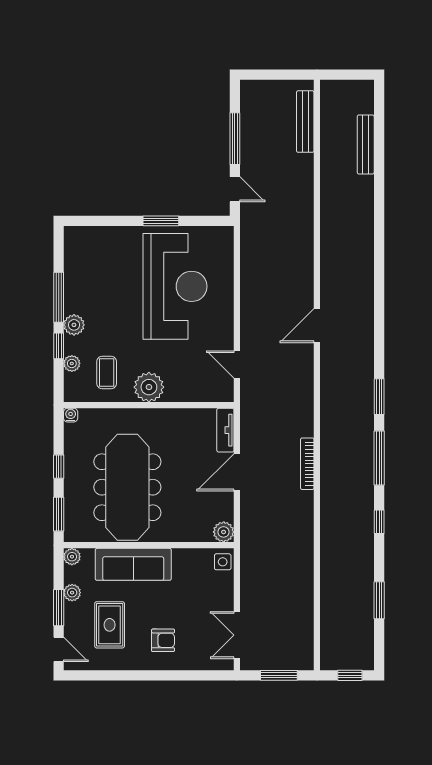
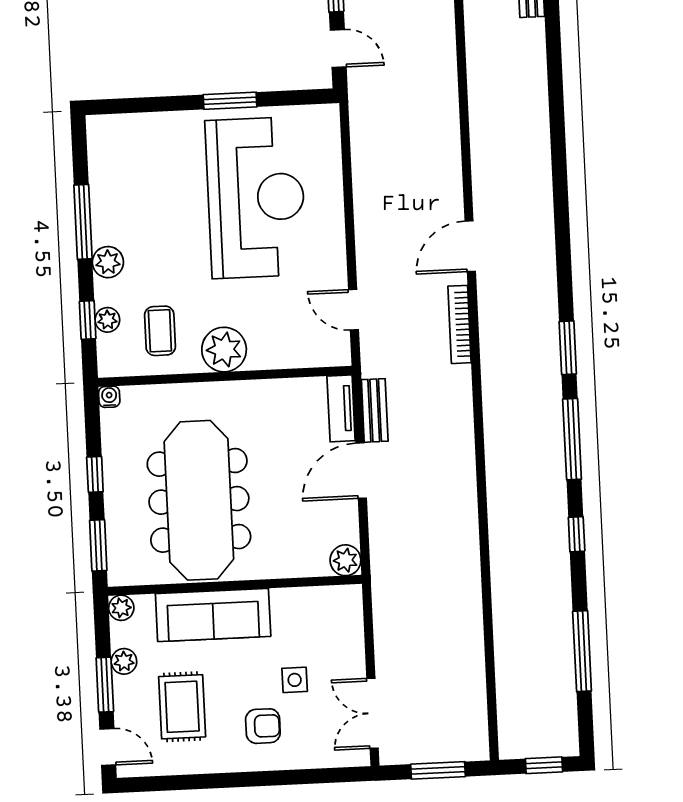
window: (59, 346) -> (88, 320), moved
bench: (248, 433) -> (375, 410), added
bookcase: (307, 464) -> (459, 324), moved
side table: (223, 562) -> (295, 680), moved
window: (379, 600) -> (582, 651), width x1.44

